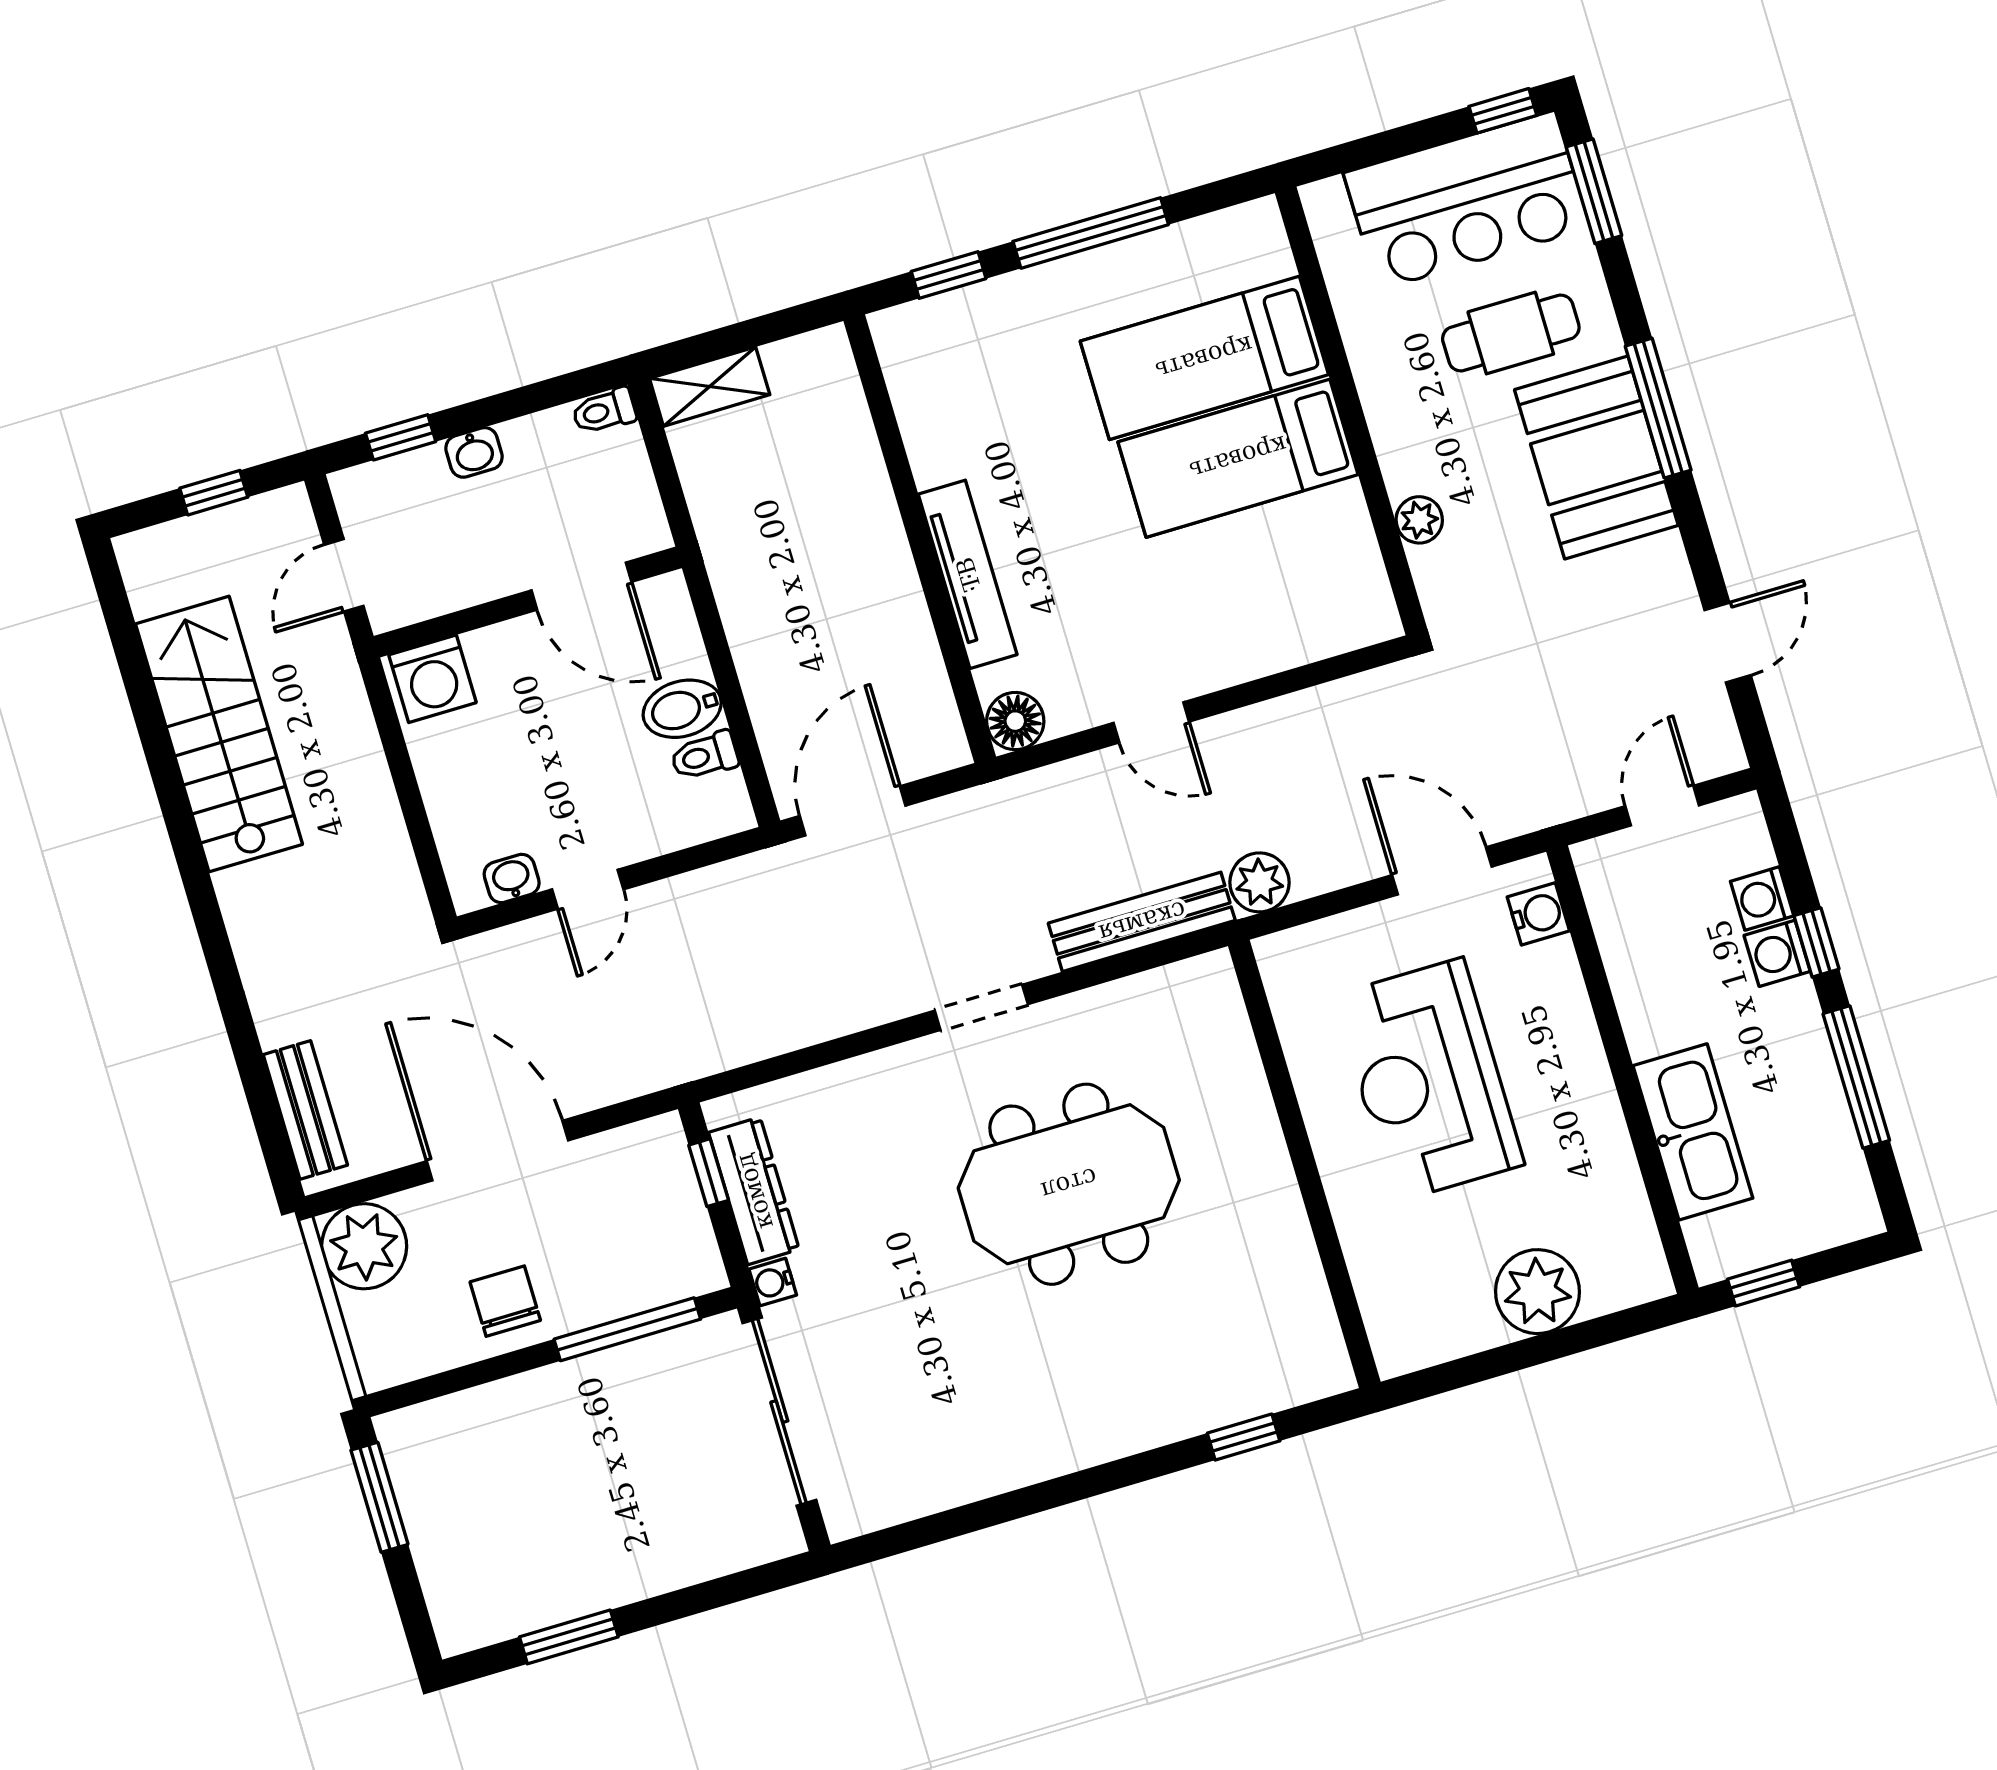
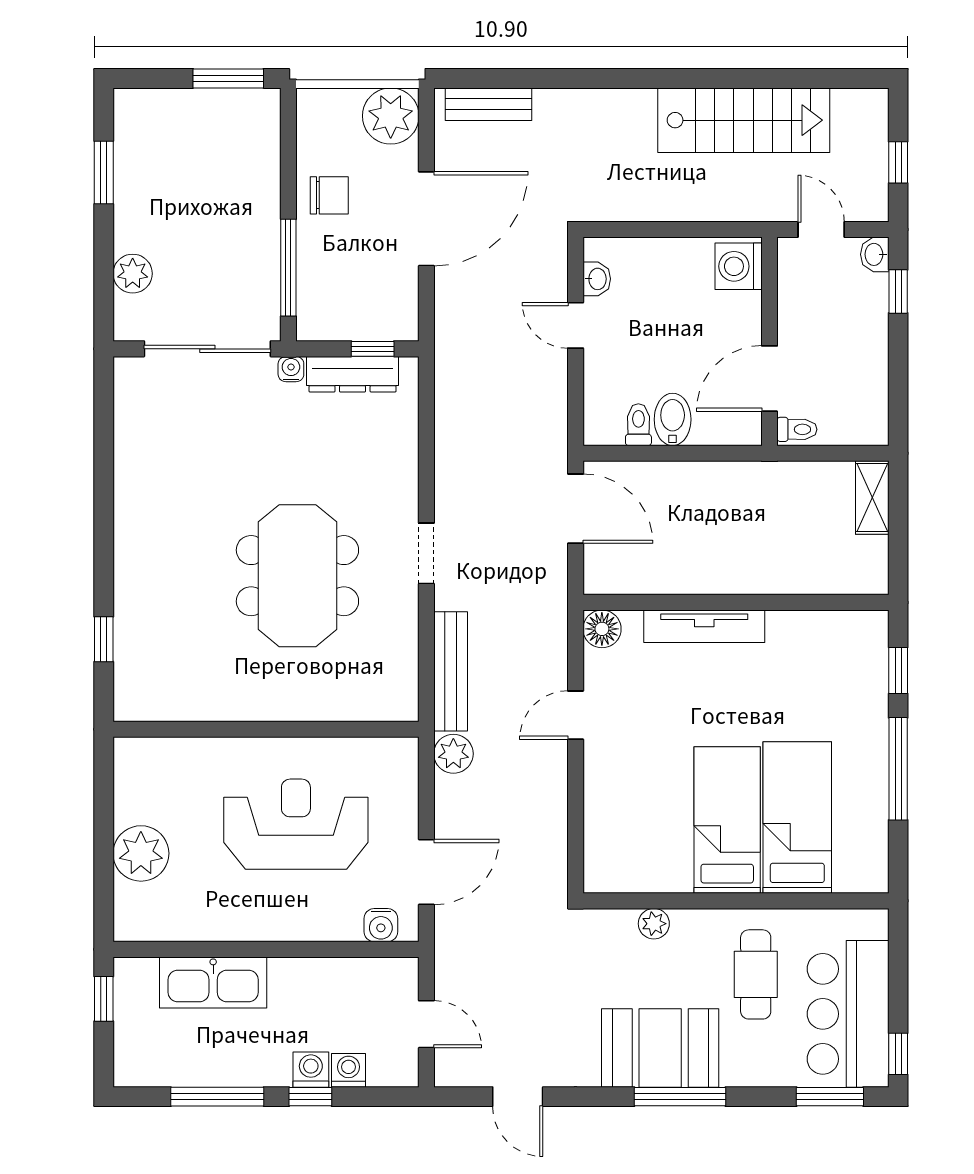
cafe table: (1511, 333) -> (756, 974), moved
toilet: (604, 411) -> (797, 429), moved, turned 90
washbasin: (474, 452) -> (875, 254), moved
plant: (703, 1552) -> (133, 274), added

